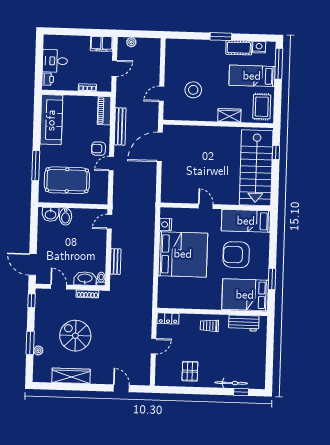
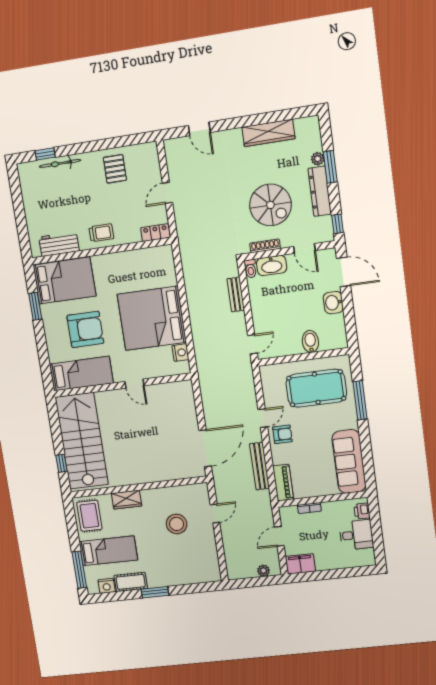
washbasin: (51, 214) -> (333, 303), moved, turned -90
dresser: (41, 327) -> (320, 191), added
spiral stairs: (75, 336) -> (270, 205), moved

